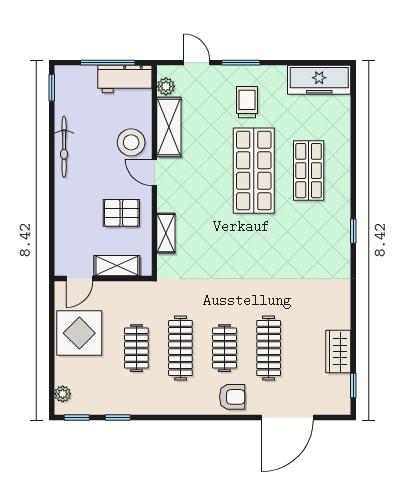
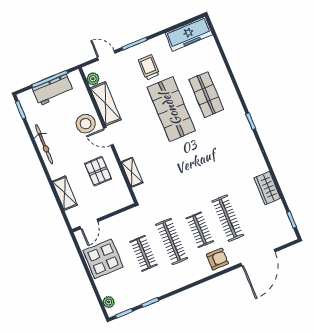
workbench: (125, 79) -> (53, 90), moved
pallet: (121, 213) -> (98, 171), turned 90
shelving: (117, 266) -> (65, 193), moved, turned 90
wardrobe: (338, 352) -> (267, 188), moved

